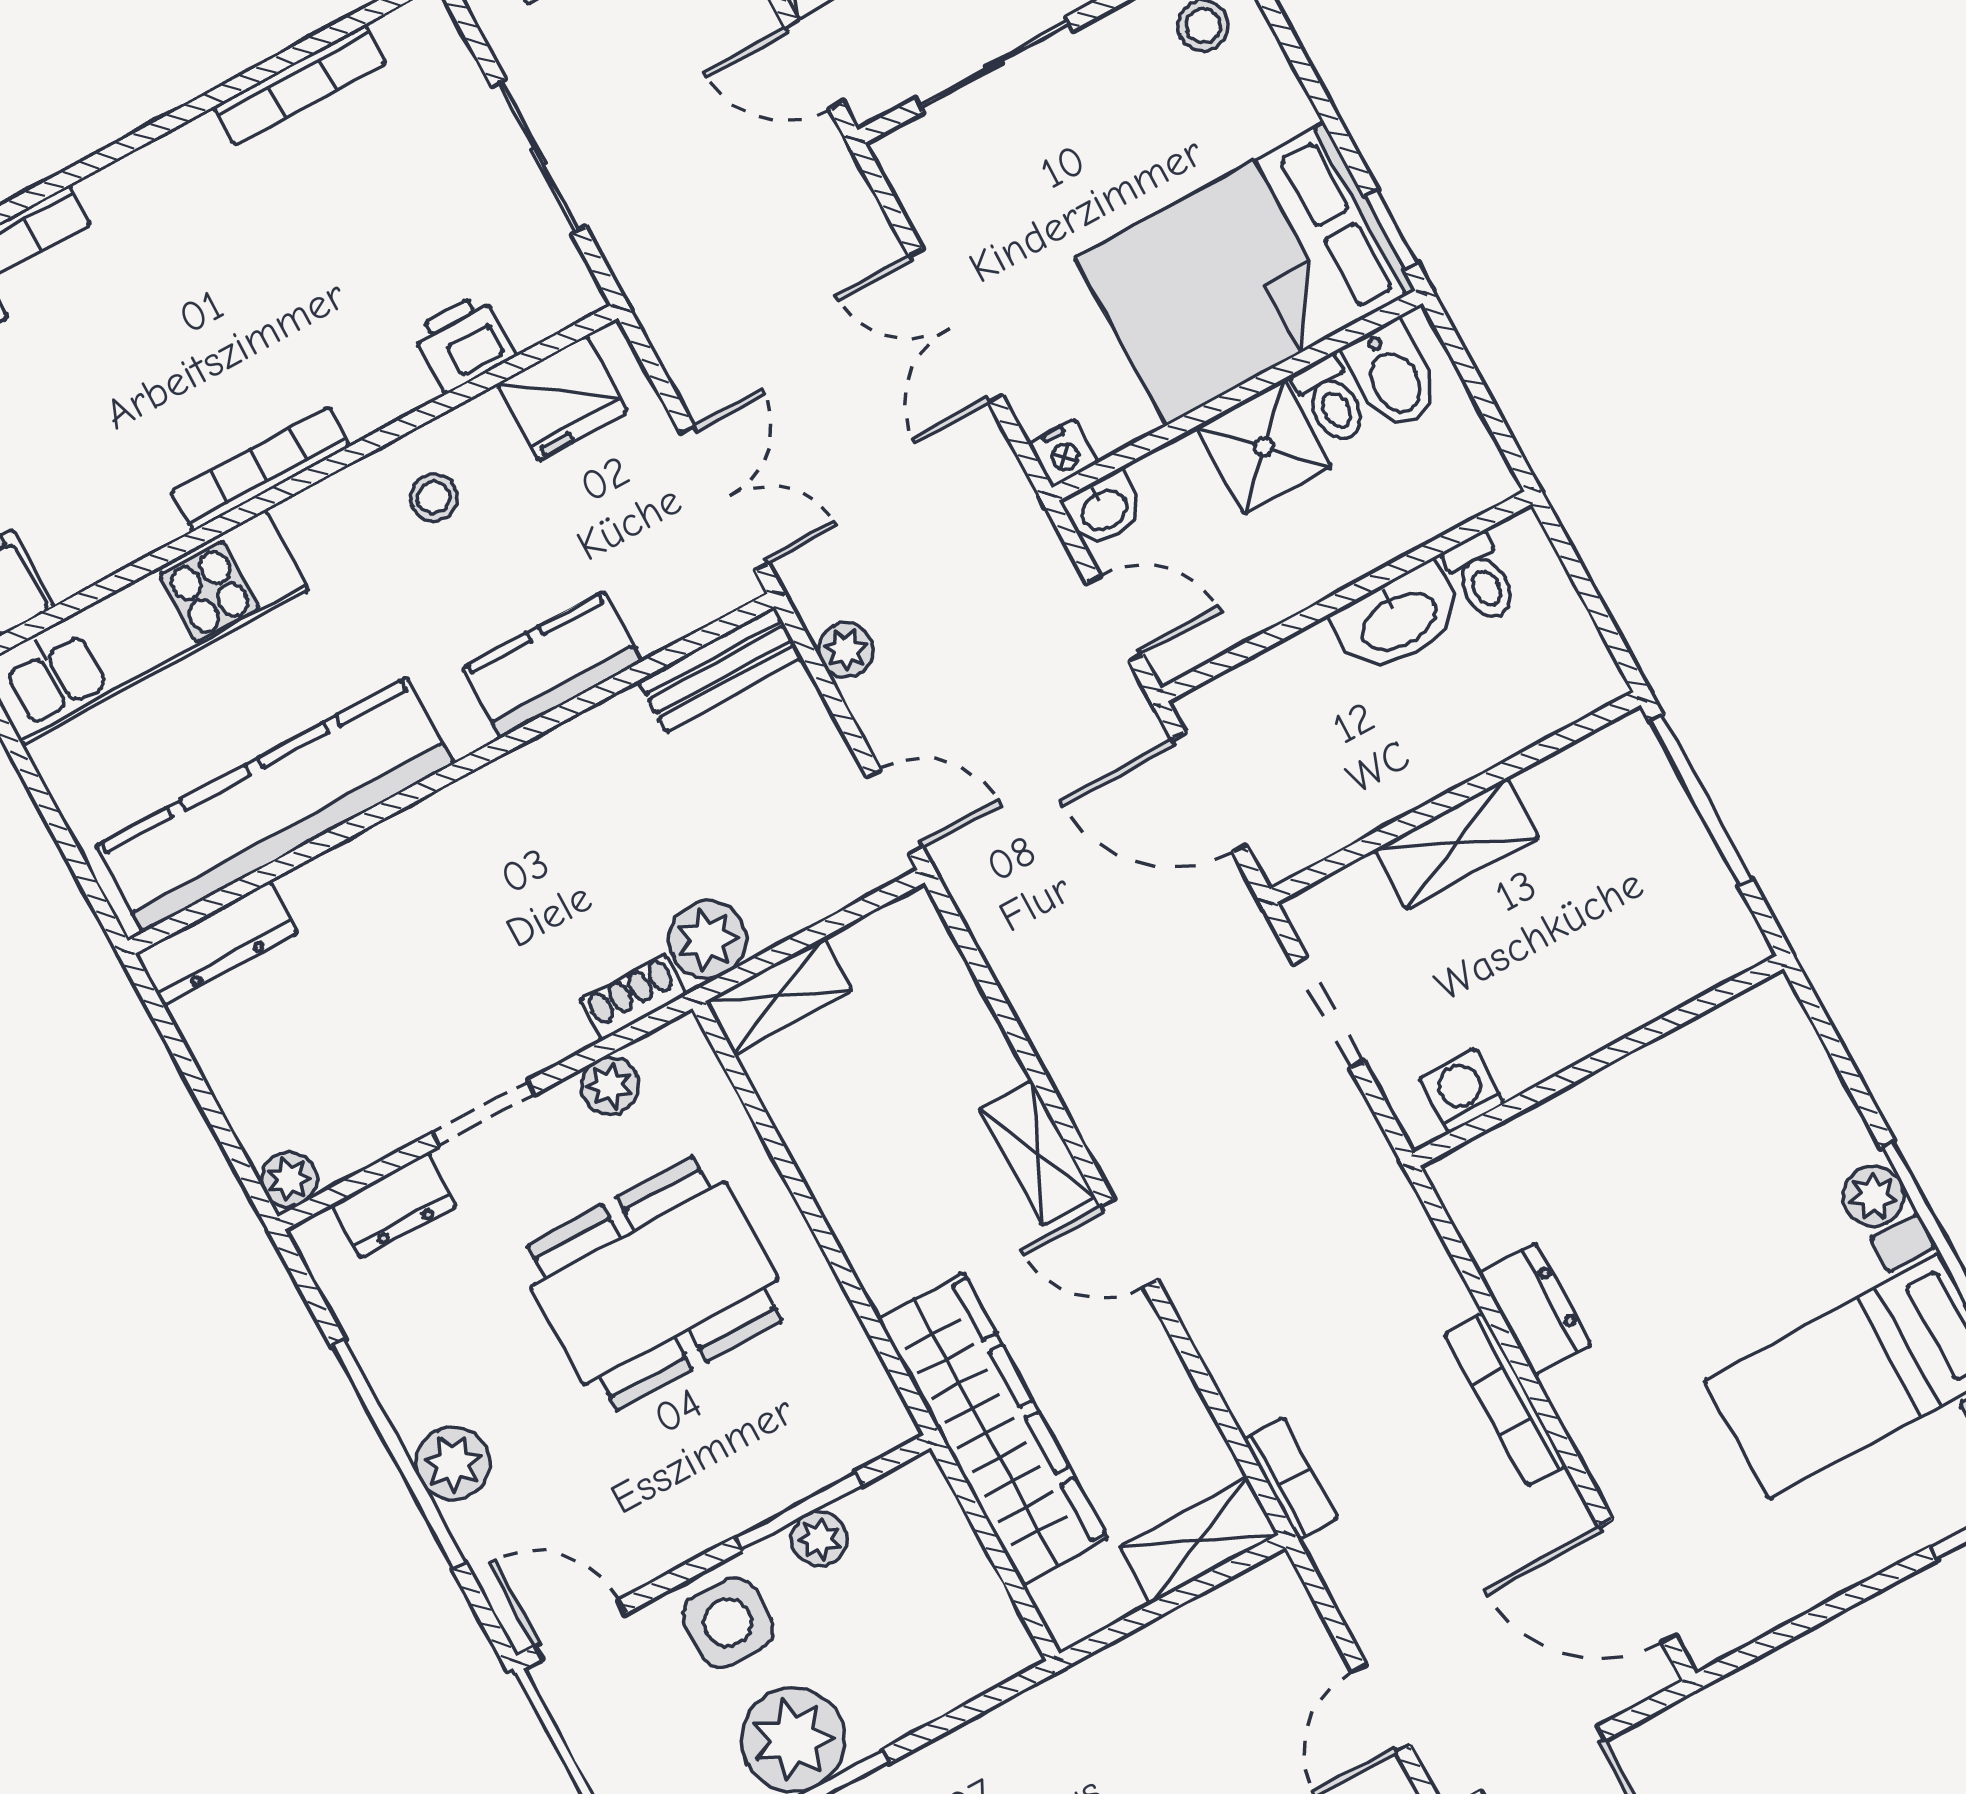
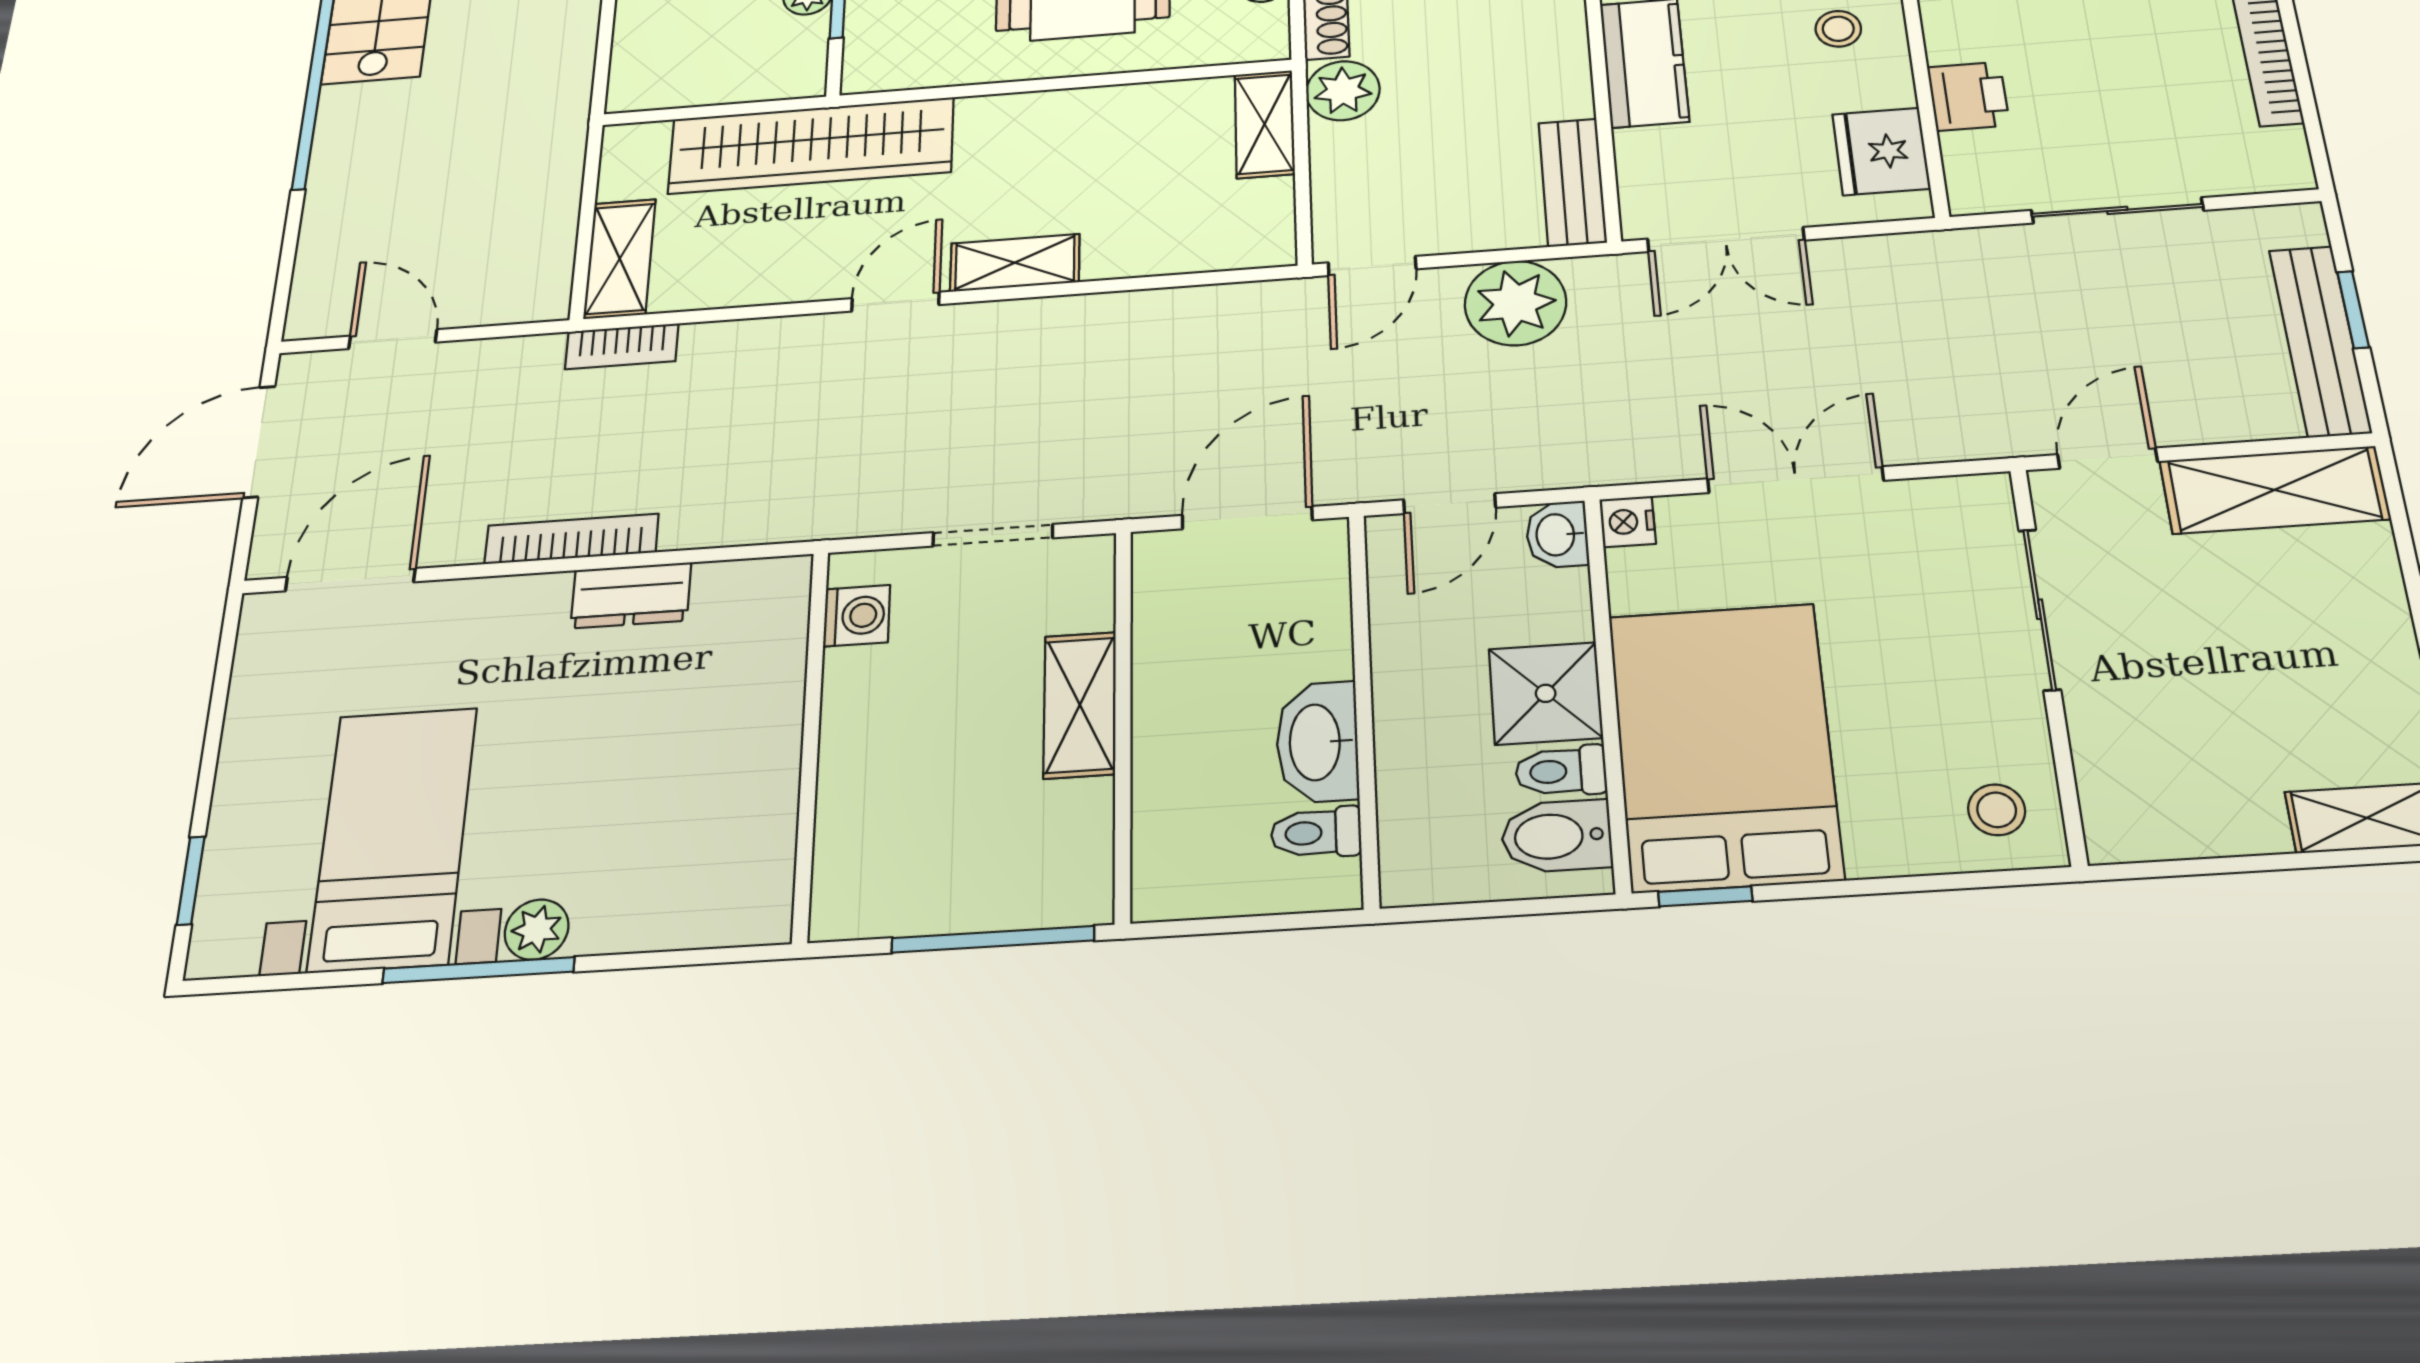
plant: (846, 650) -> (1515, 303), width x1.88, depth x1.88

